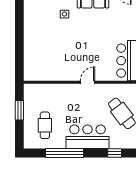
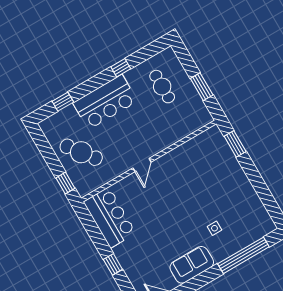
window: (19, 61) -> (235, 144), added
window: (64, 153) -> (121, 68), width x0.32

